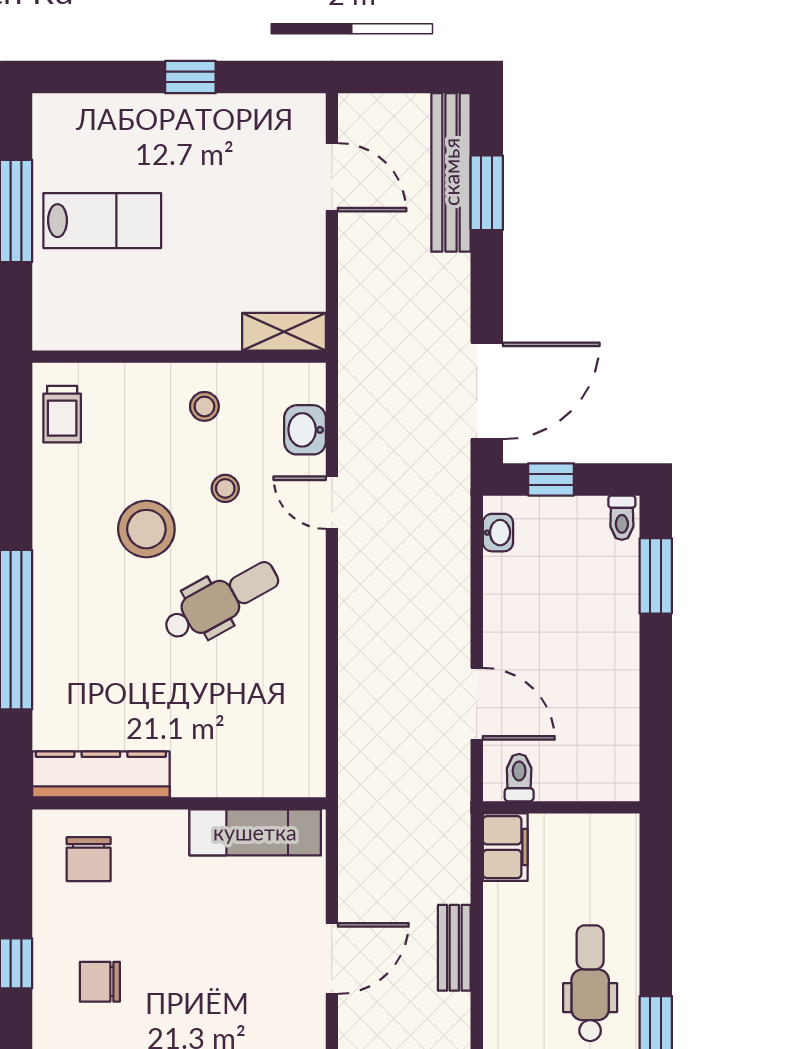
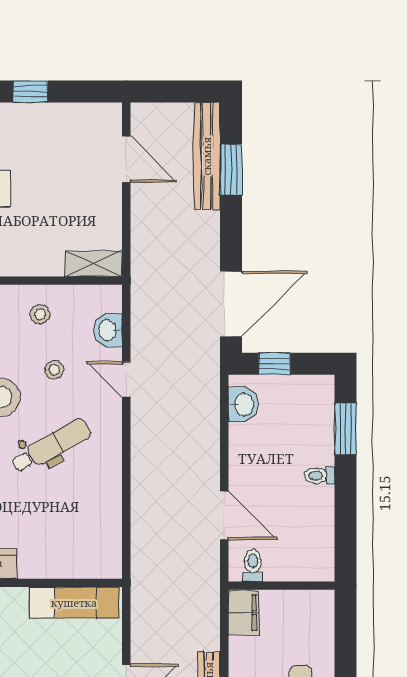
toilet: (622, 518) -> (320, 476), moved, turned 90
washbasin: (498, 533) -> (243, 405), width x1.38, depth x1.45

